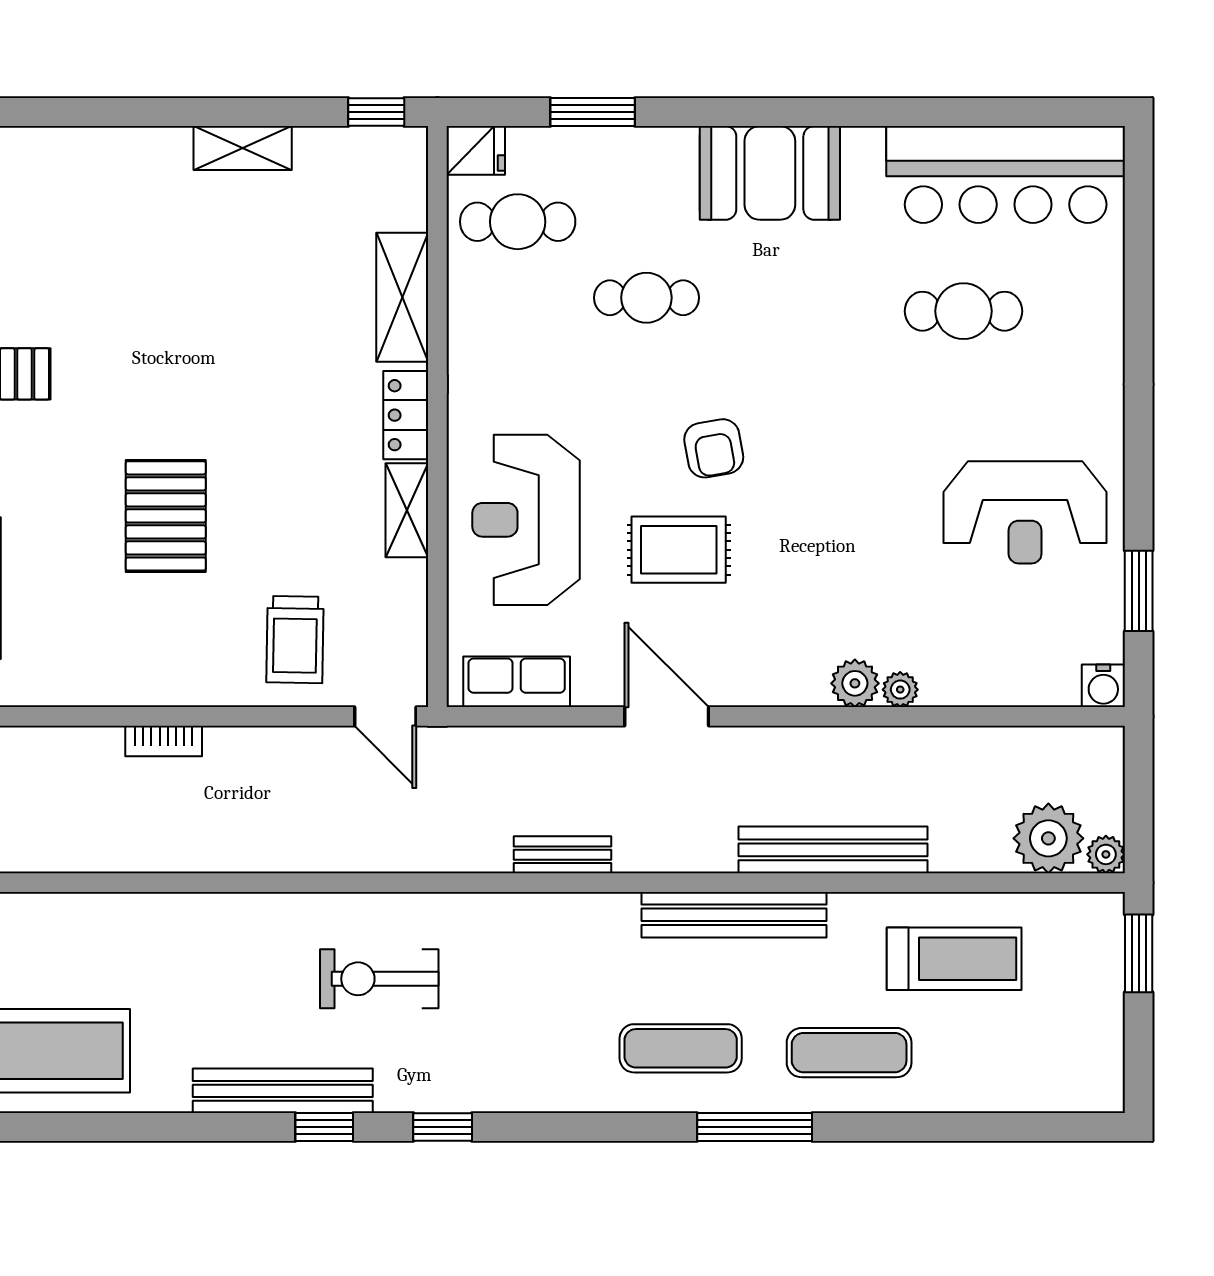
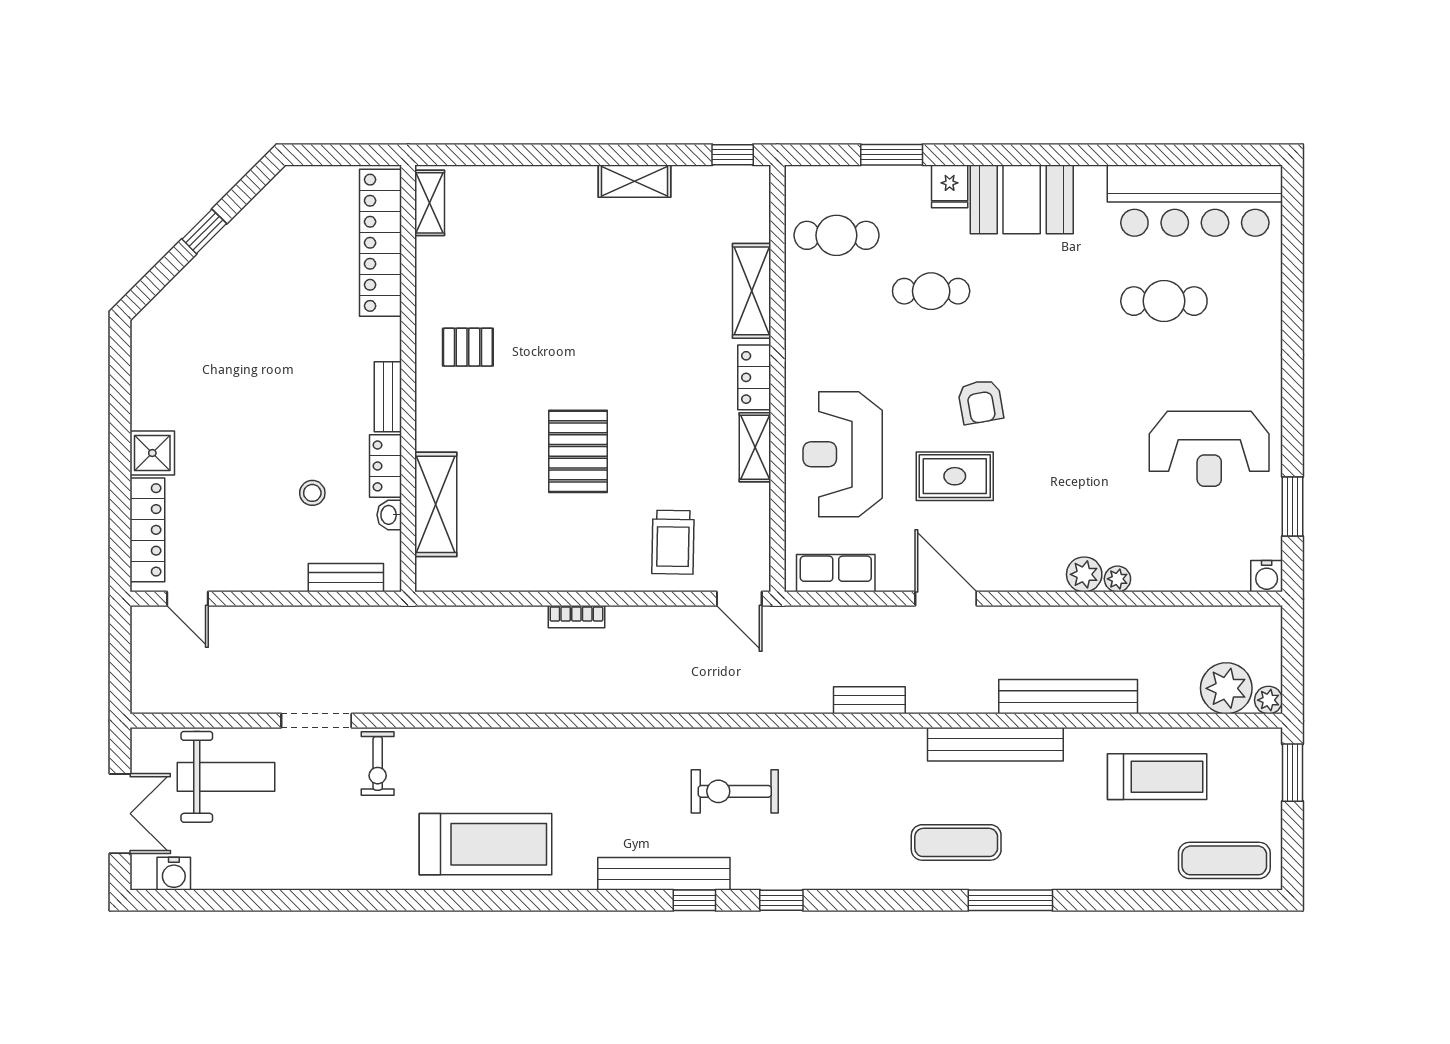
fridge: (476, 150) -> (950, 186), moved, turned 90
exercise mat: (849, 1053) -> (1224, 860), moved

